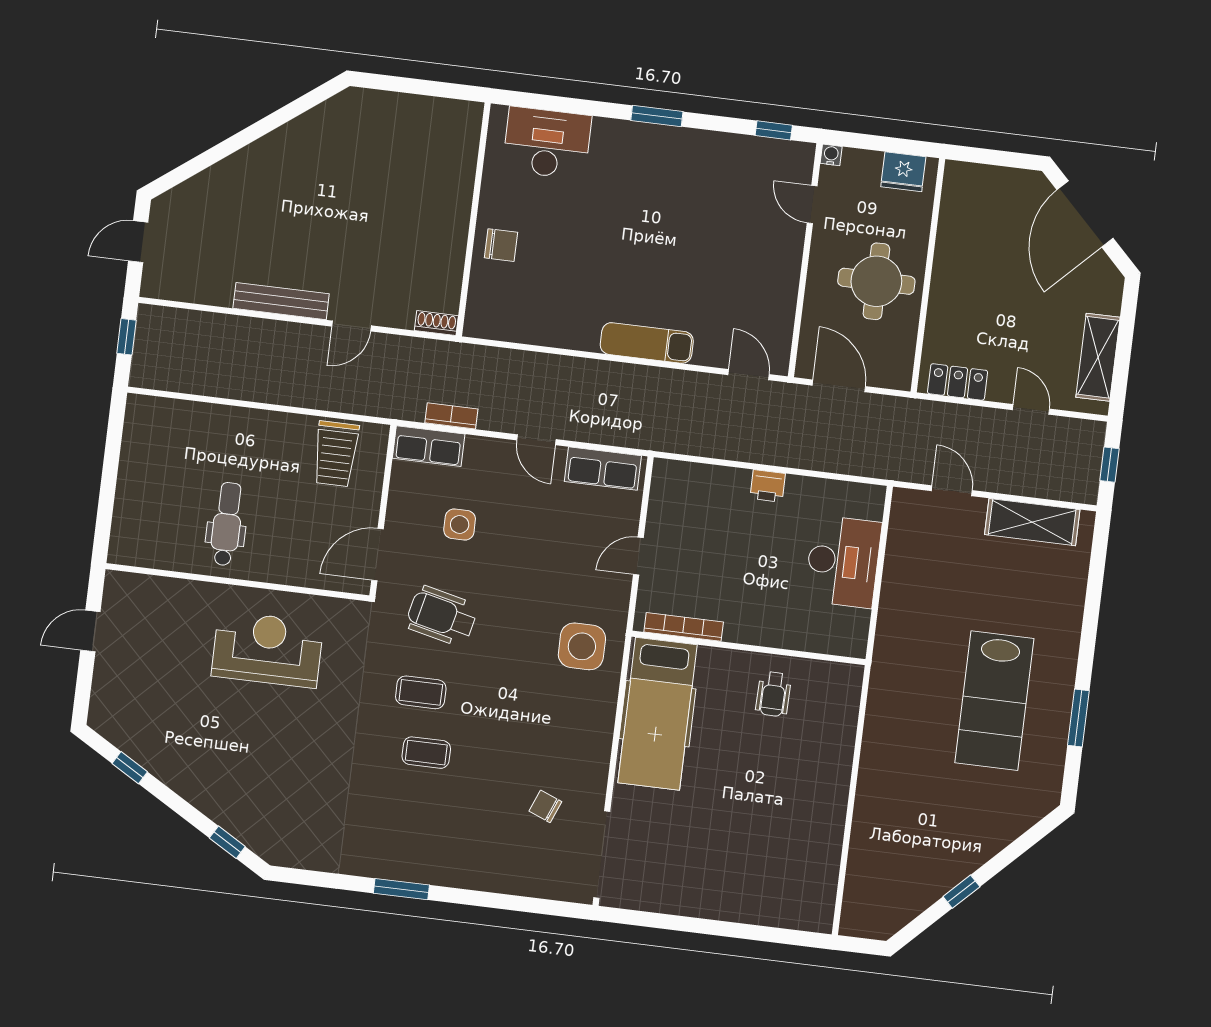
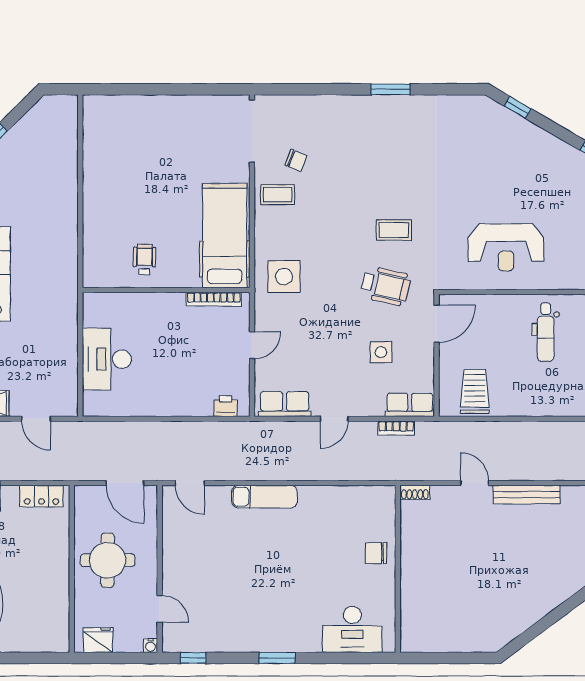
door: (351, 326) -> (475, 483), hinge flipped
door: (536, 440) -> (334, 419), swing flipped
printer: (768, 486) -> (226, 406), moved
coffee table: (426, 753) -> (278, 195), moved

